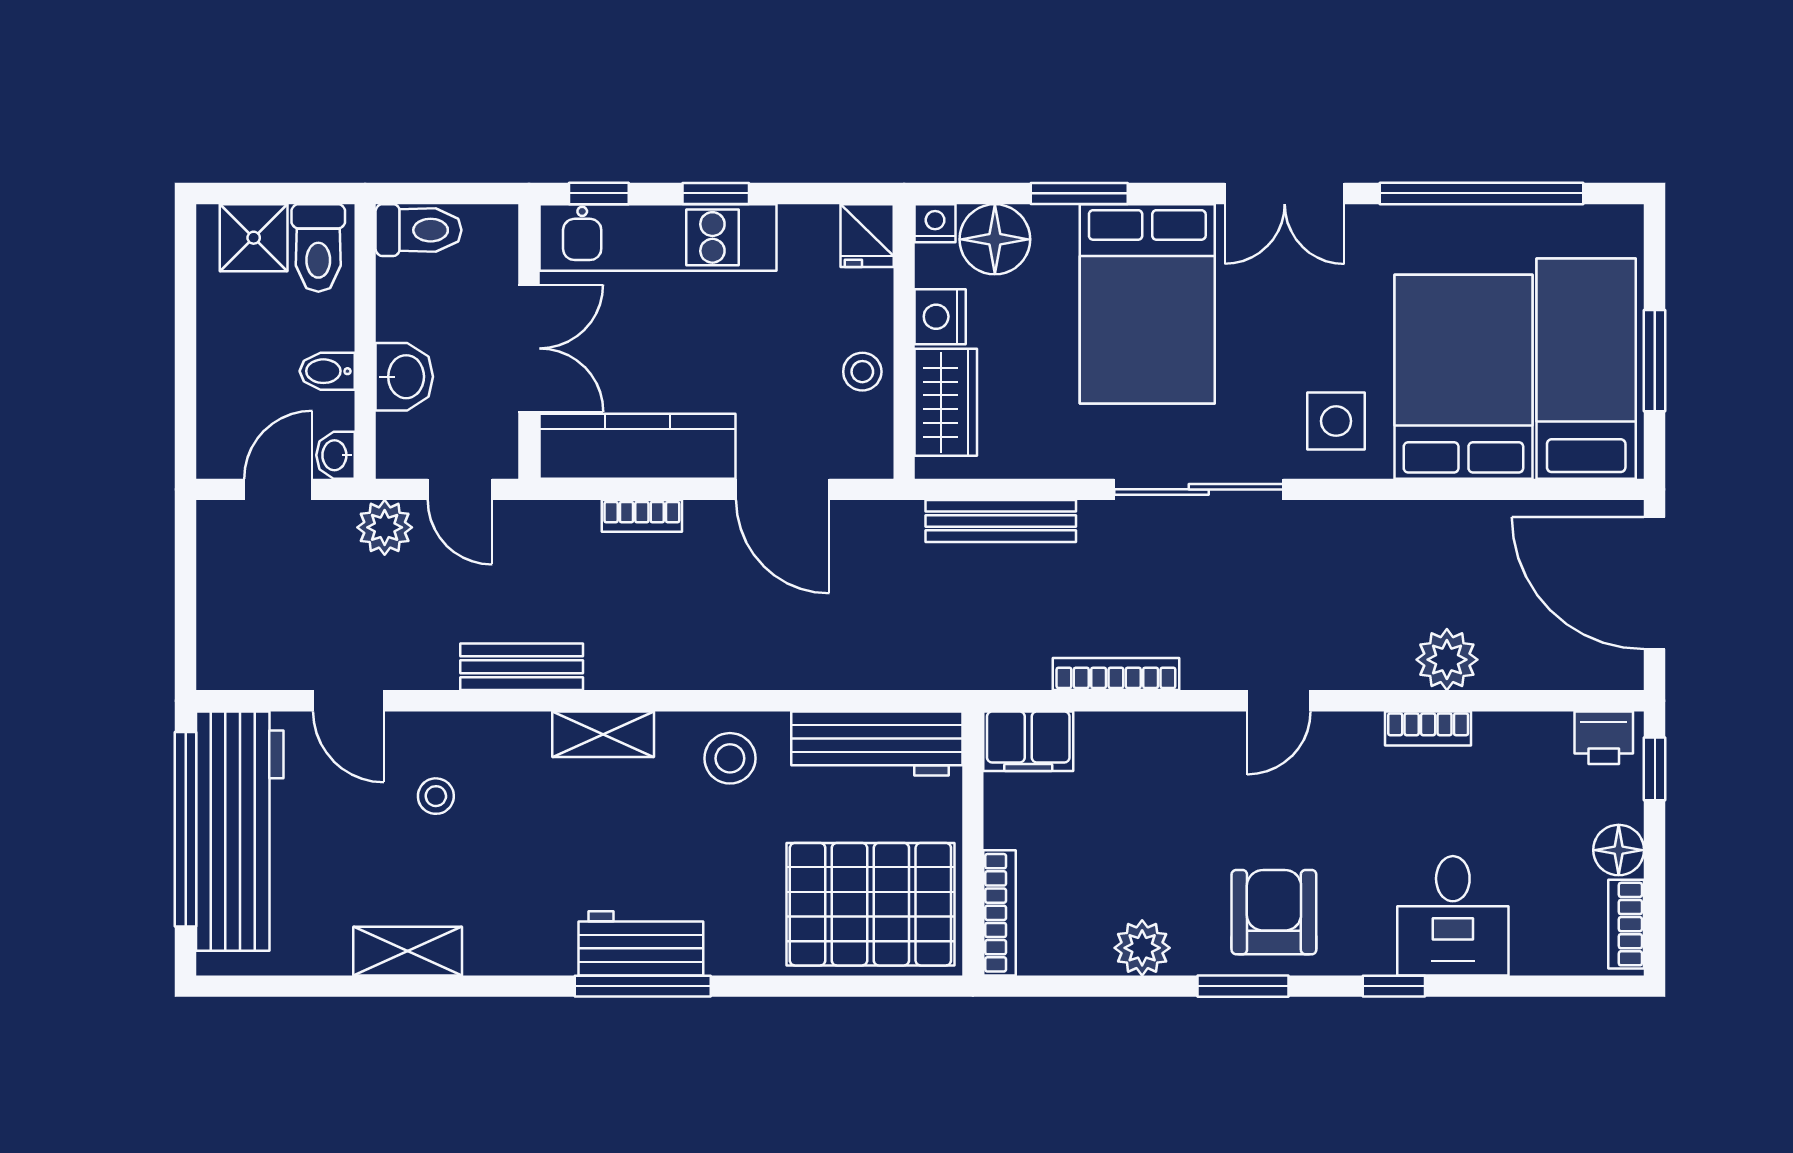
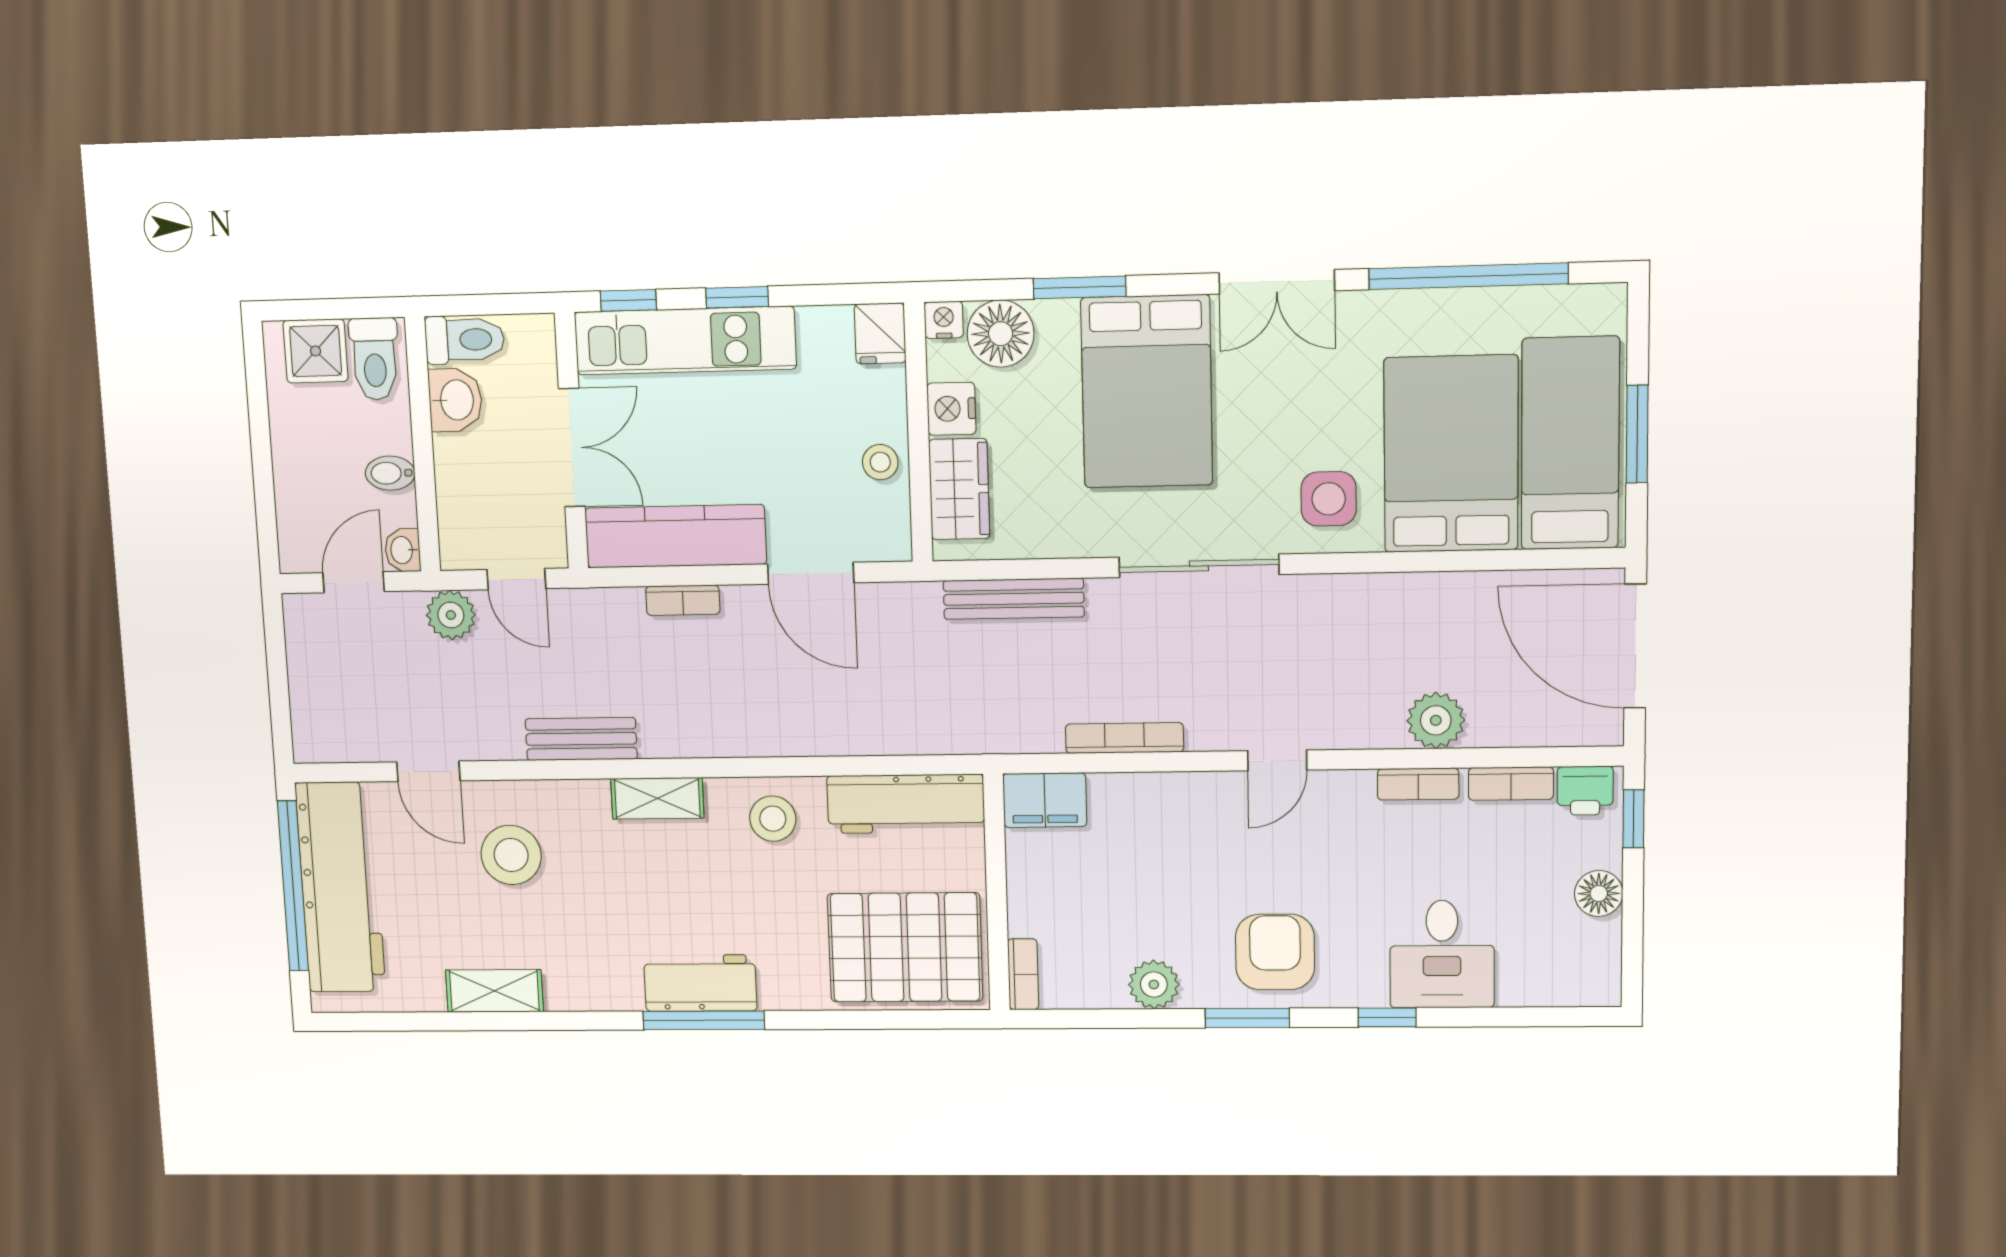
washbasin: (404, 377) -> (455, 400), moved
stool: (436, 796) -> (511, 855), width x1.89, depth x1.89
bookcase: (999, 913) -> (1023, 974), width x0.64
bookcase: (1626, 924) -> (1511, 784), moved, turned -90

